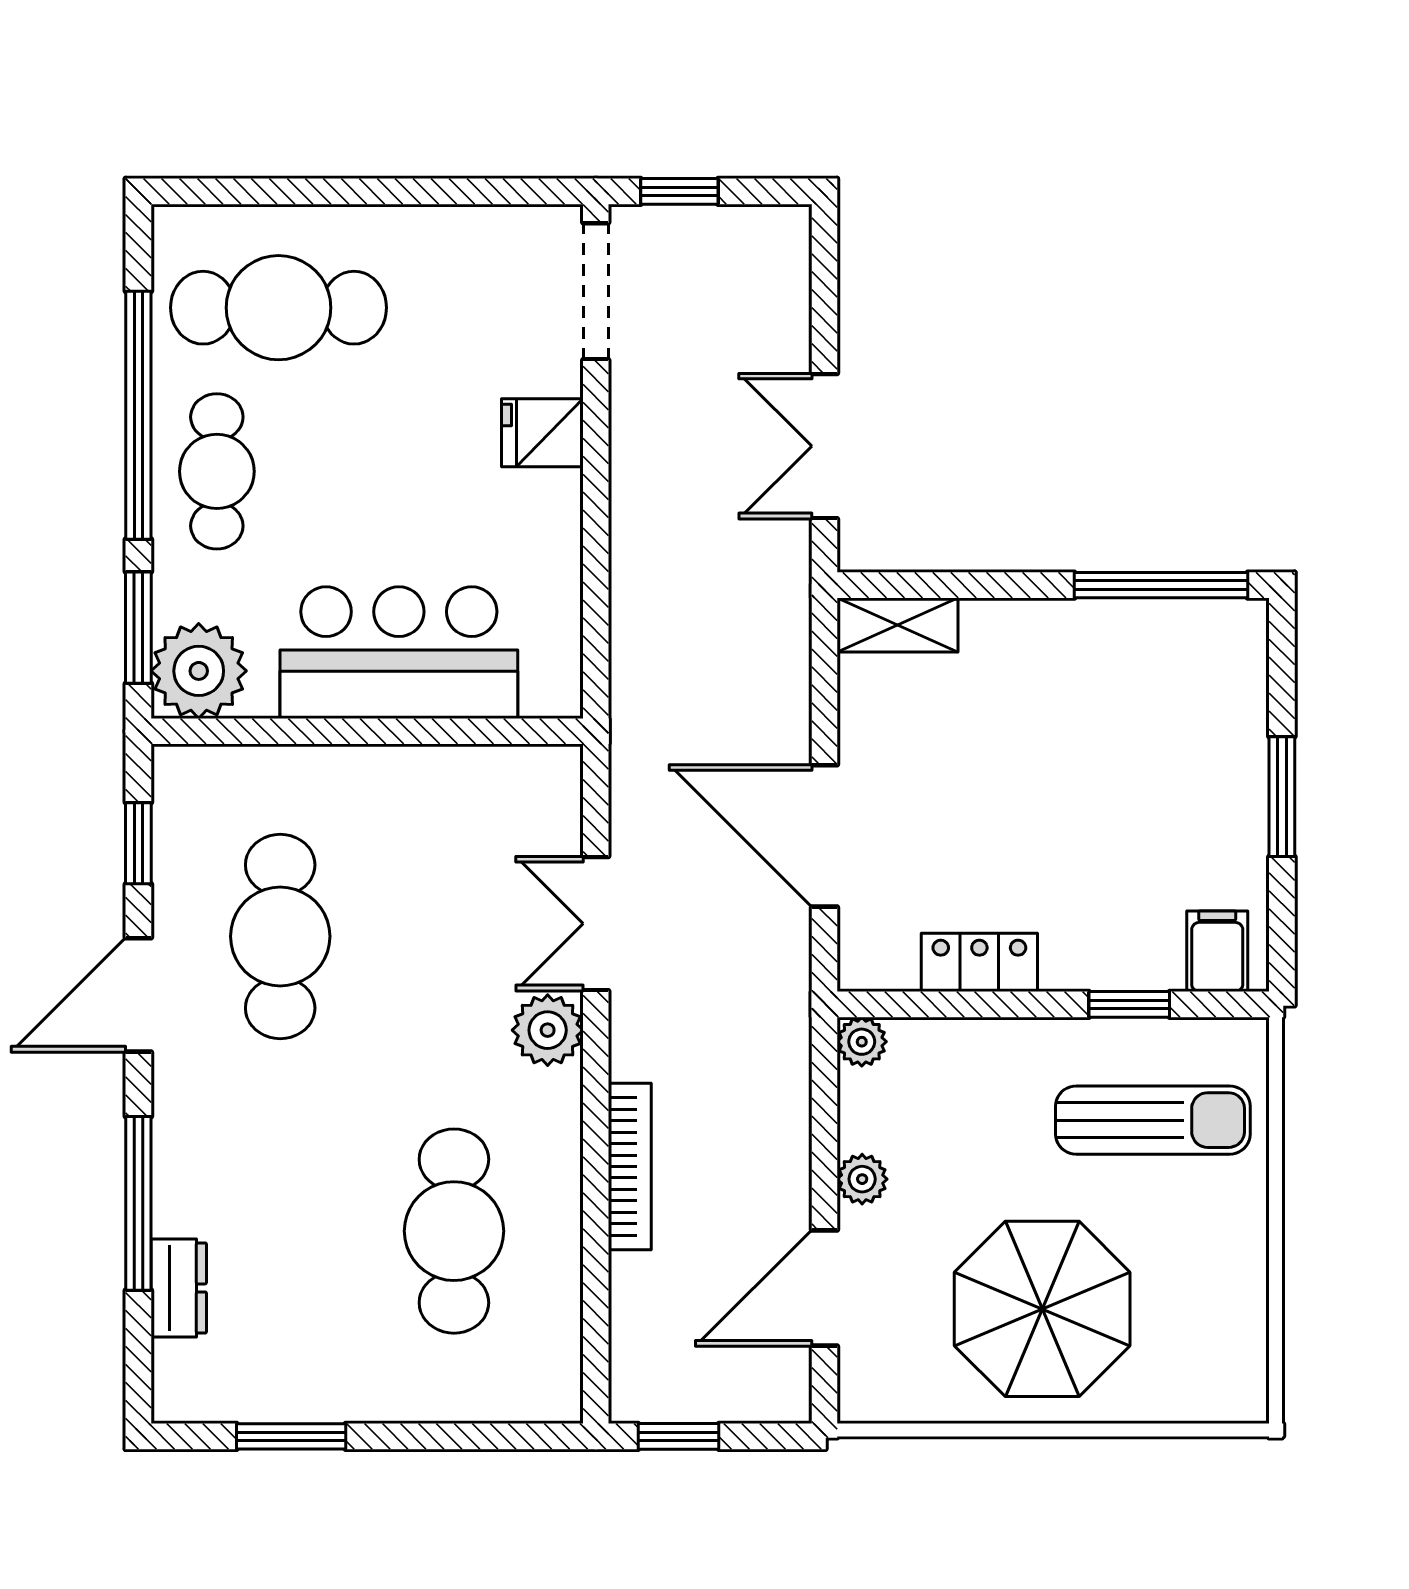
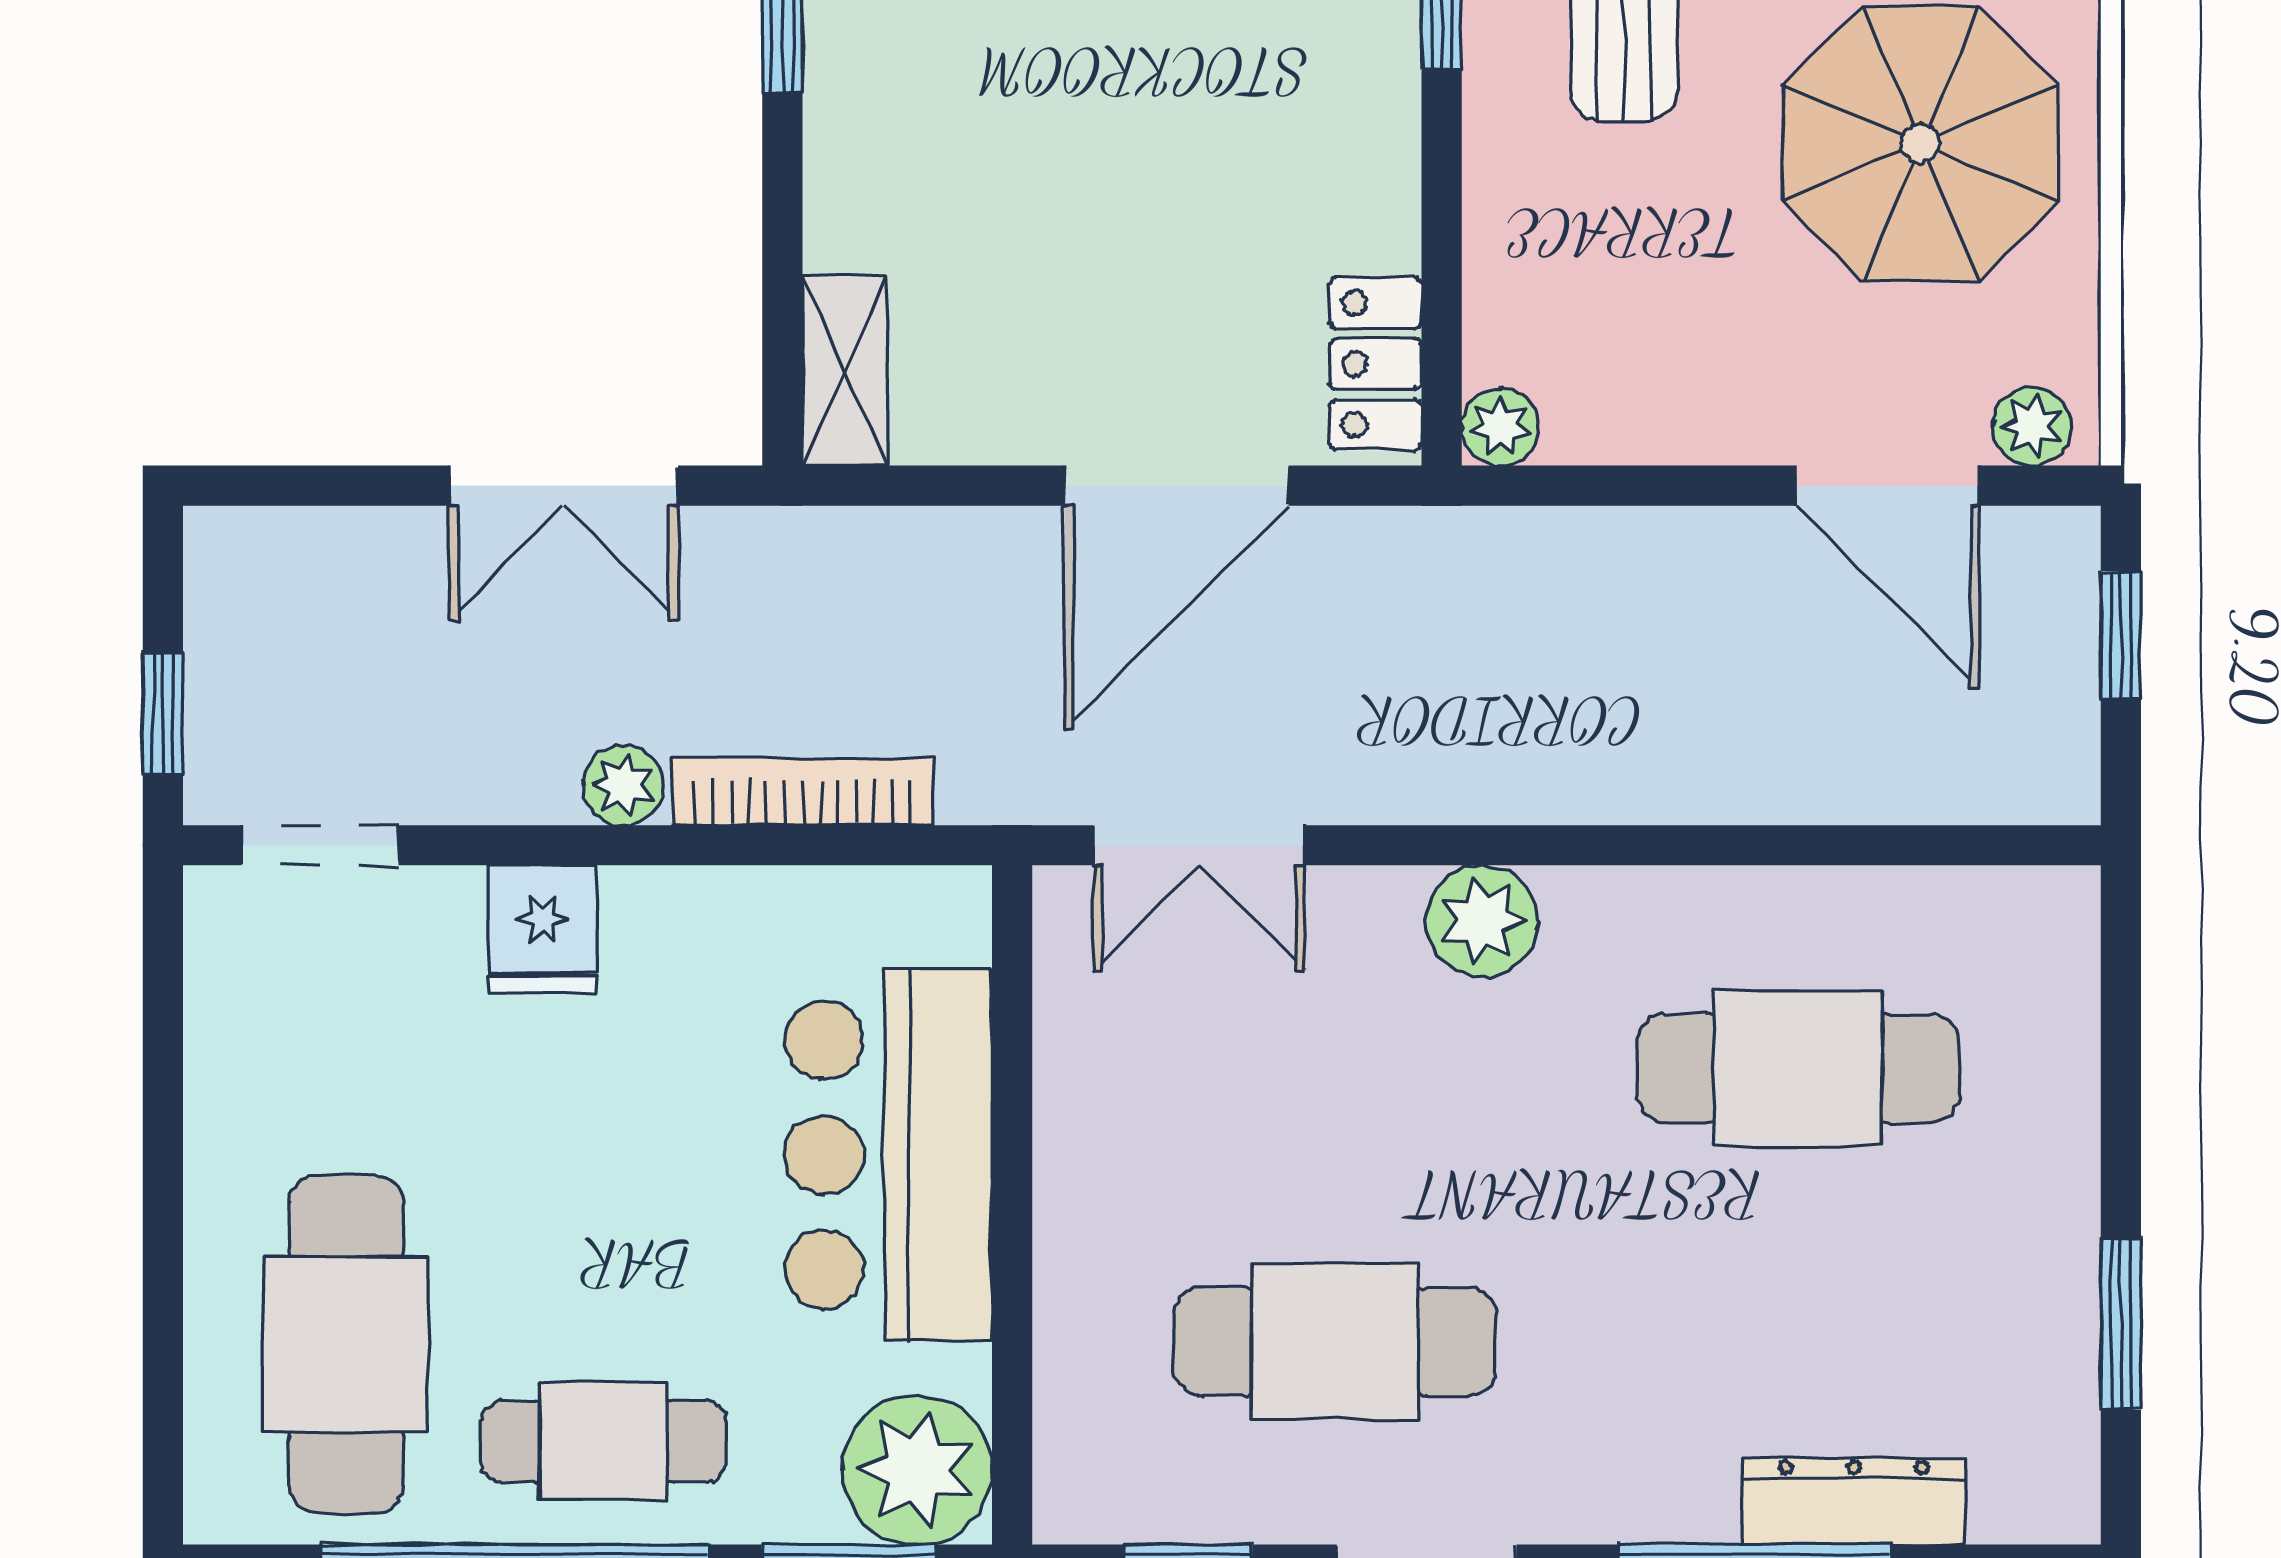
doorway: (596, 291) -> (320, 845), width x0.73
plant: (634, 484) -> (623, 785), added
double door: (596, 924) -> (1199, 845), moved
locker: (979, 962) -> (1376, 364), moved
bookcase: (630, 1166) -> (803, 792), moved
plant: (862, 1179) -> (2032, 426), moved
dresser: (179, 1288) -> (1854, 1501), width x1.44
window: (679, 1436) -> (2121, 635), moved

